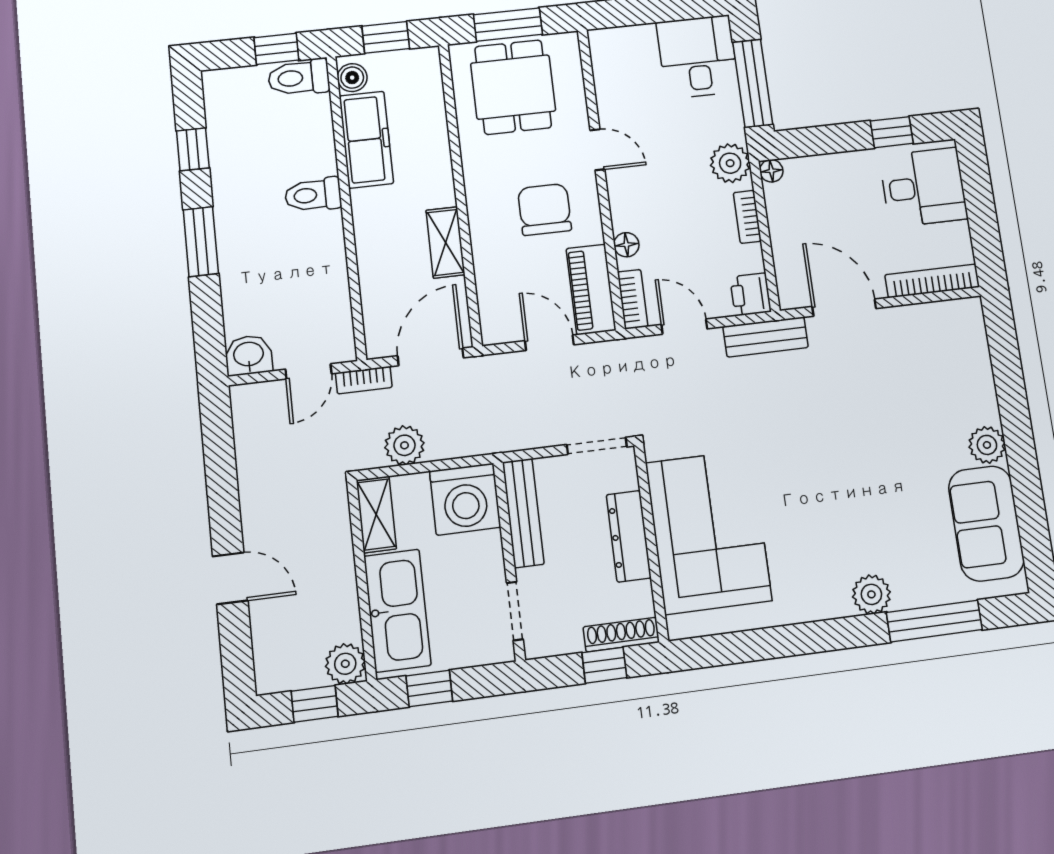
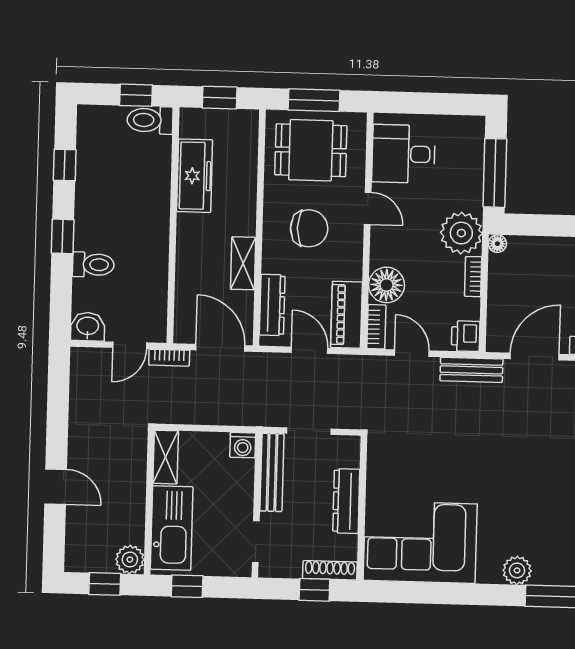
desk: (698, 57) -> (403, 154), moved, turned -90
boiler: (352, 78) -> (190, 126), removed
dining table: (513, 87) -> (311, 150), turned 90
plant: (730, 163) -> (461, 233), width x1.36, depth x1.36
toilet: (313, 195) -> (93, 265), moved, turned 180
chair: (545, 209) -> (309, 228), moved, turned 90
window: (201, 242) -> (63, 236), width x0.67
floor lamp: (626, 245) -> (387, 285), width x1.89, depth x1.89
dresser: (492, 291) -> (272, 305), added
door: (844, 308) -> (535, 357), hinge flipped
door: (431, 357) -> (220, 348), hinge flipped
plant: (404, 445) -> (193, 410), removed
doorway: (597, 446) -> (309, 431), moved
washing machine: (465, 499) -> (243, 445), width x0.53, depth x0.53
corner sofa: (708, 532) -> (420, 542), moved, turned -90

